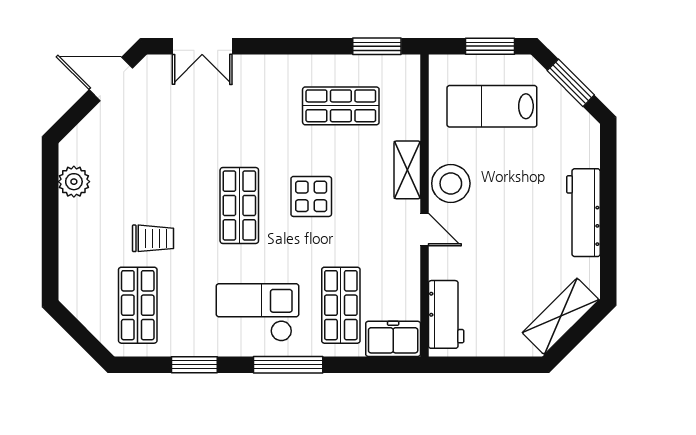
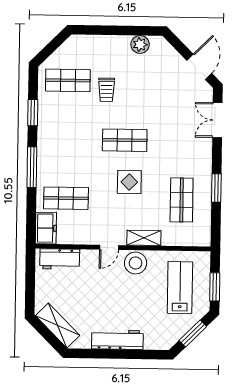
window: (377, 46) -> (216, 188), moved
checkout: (257, 312) -> (63, 150), removed

